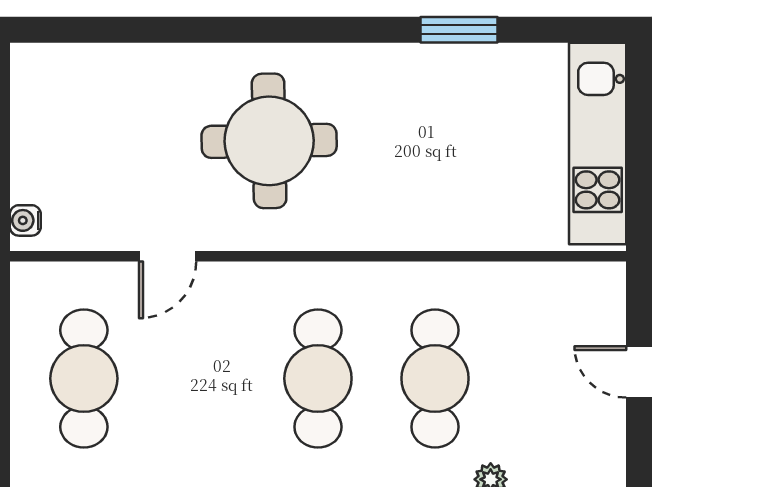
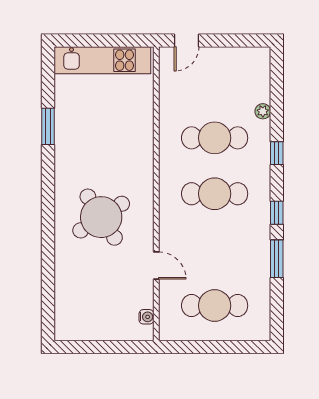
round table: (269, 141) -> (101, 217), turned -32
water cooler: (25, 220) -> (146, 317), moved, turned -90
door: (639, 372) -> (187, 40), moved

